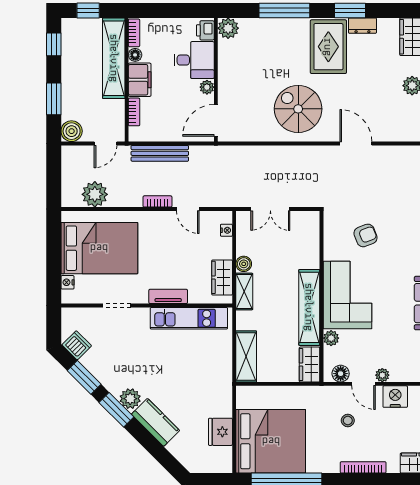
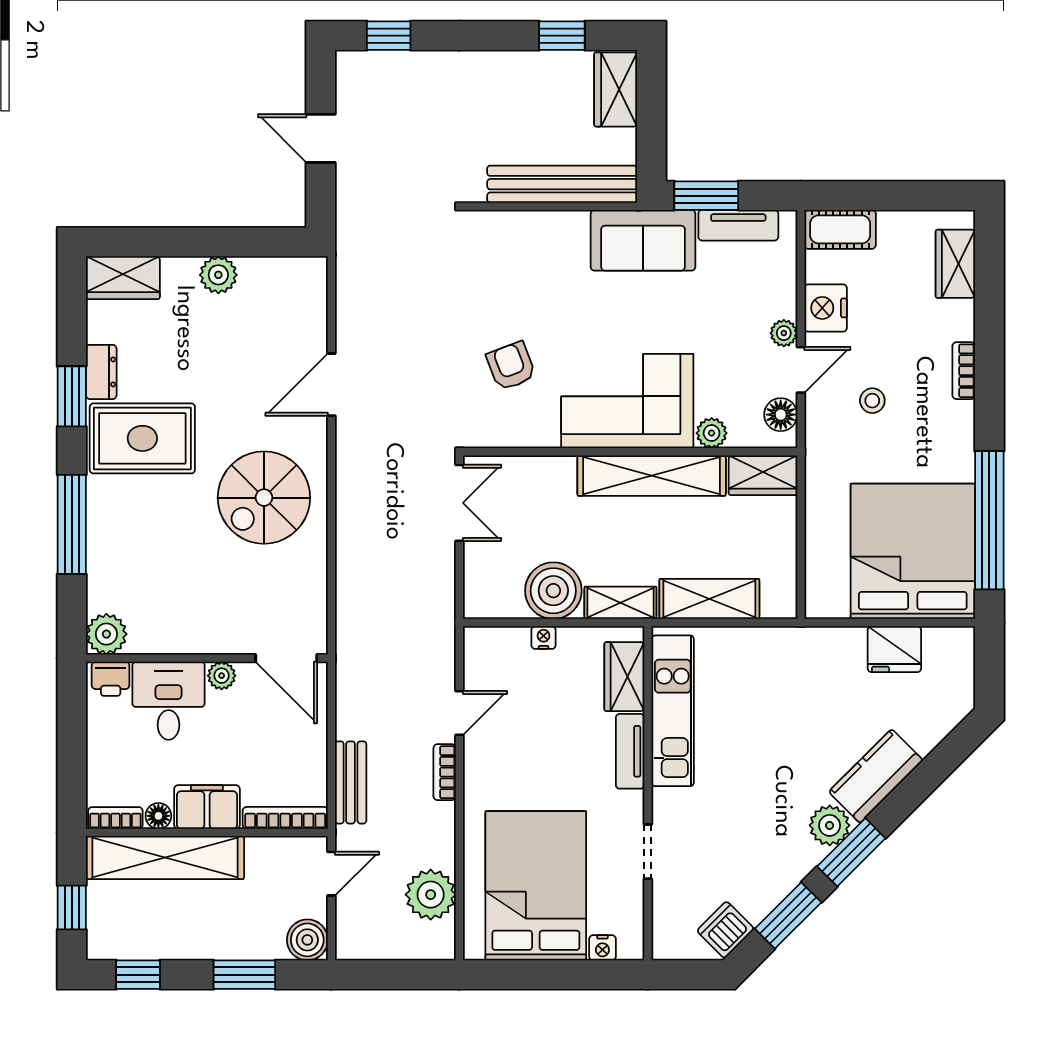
bookcase: (134, 112) -> (285, 818), width x1.56
door: (105, 143) -> (331, 874), hinge flipped
bench: (160, 153) -> (351, 782), width x0.73
double door: (270, 209) -> (459, 503), moved
nightstand: (226, 230) -> (544, 638), moved
boiler: (244, 264) -> (553, 591), width x1.86, depth x1.86
wardrobe: (222, 277) -> (624, 677), moved, turned 90
shelving: (246, 356) -> (709, 599), moved
bookcase: (363, 467) -> (964, 371), width x0.64

